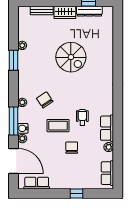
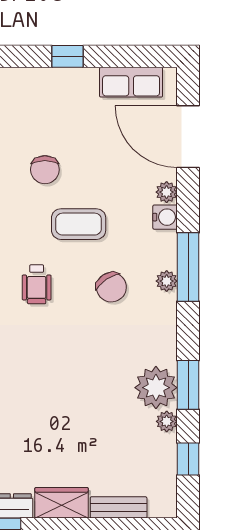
window: (14, 30) -> (188, 459), added
spiral stairs: (71, 57) -> (47, 393), removed
plant: (27, 59) -> (156, 388), added
wheelchair: (82, 117) -> (37, 284), moved
window: (14, 121) -> (188, 267), moved
window: (77, 194) -> (68, 56), moved

